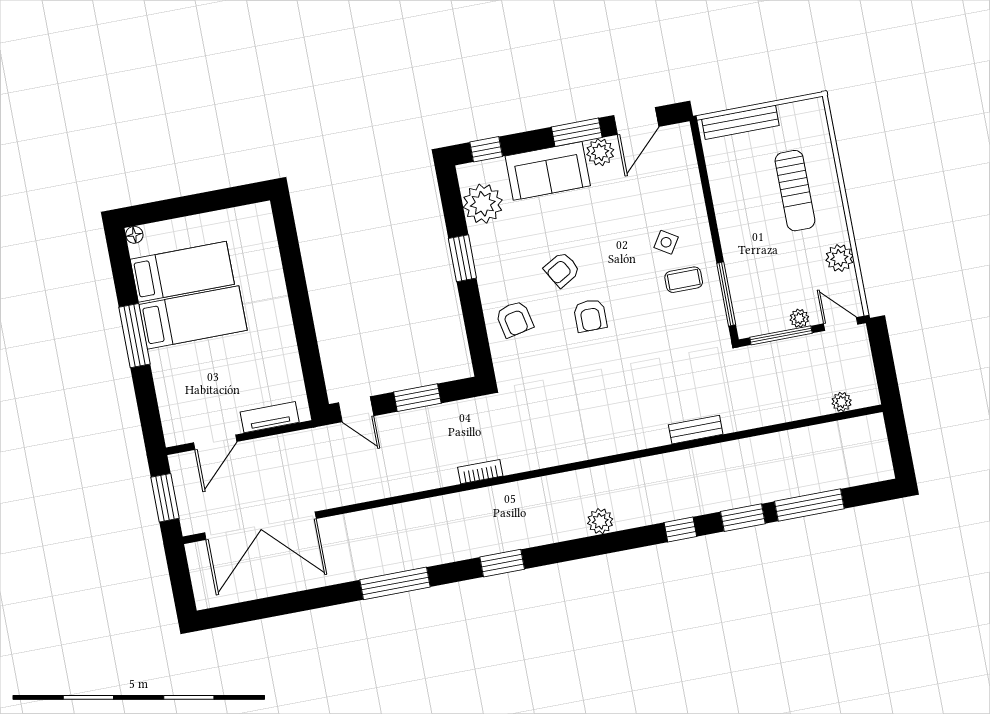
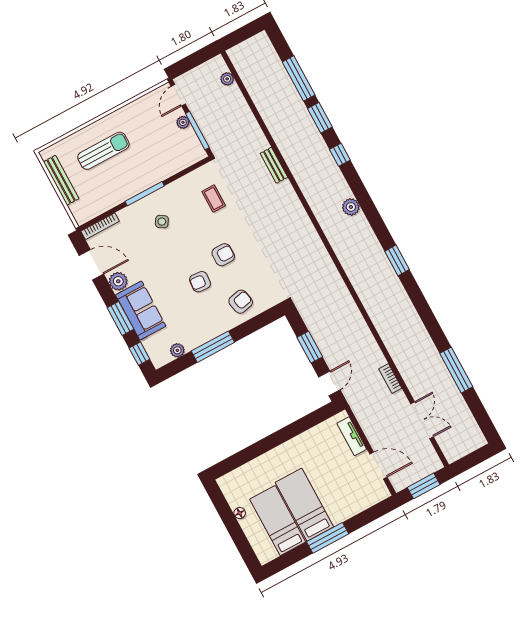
bench: (740, 122) -> (61, 180), moved
window: (577, 132) -> (120, 318), moved
bookcase: (688, 151) -> (100, 226), added
plant: (483, 204) -> (177, 350), width x0.53, depth x0.53
floor lamp: (134, 235) -> (240, 513), moved
window: (462, 258) -> (213, 347), width x1.44
plant: (839, 258) -> (137, 109), removed
armchair: (562, 270) -> (200, 282), turned 125
coffee table: (684, 280) -> (214, 199), moved
window: (726, 294) -> (145, 194), moved
bookcase: (480, 472) -> (390, 378), moved
double door: (260, 526) -> (422, 420), width x0.54
window: (395, 583) -> (456, 370), moved

